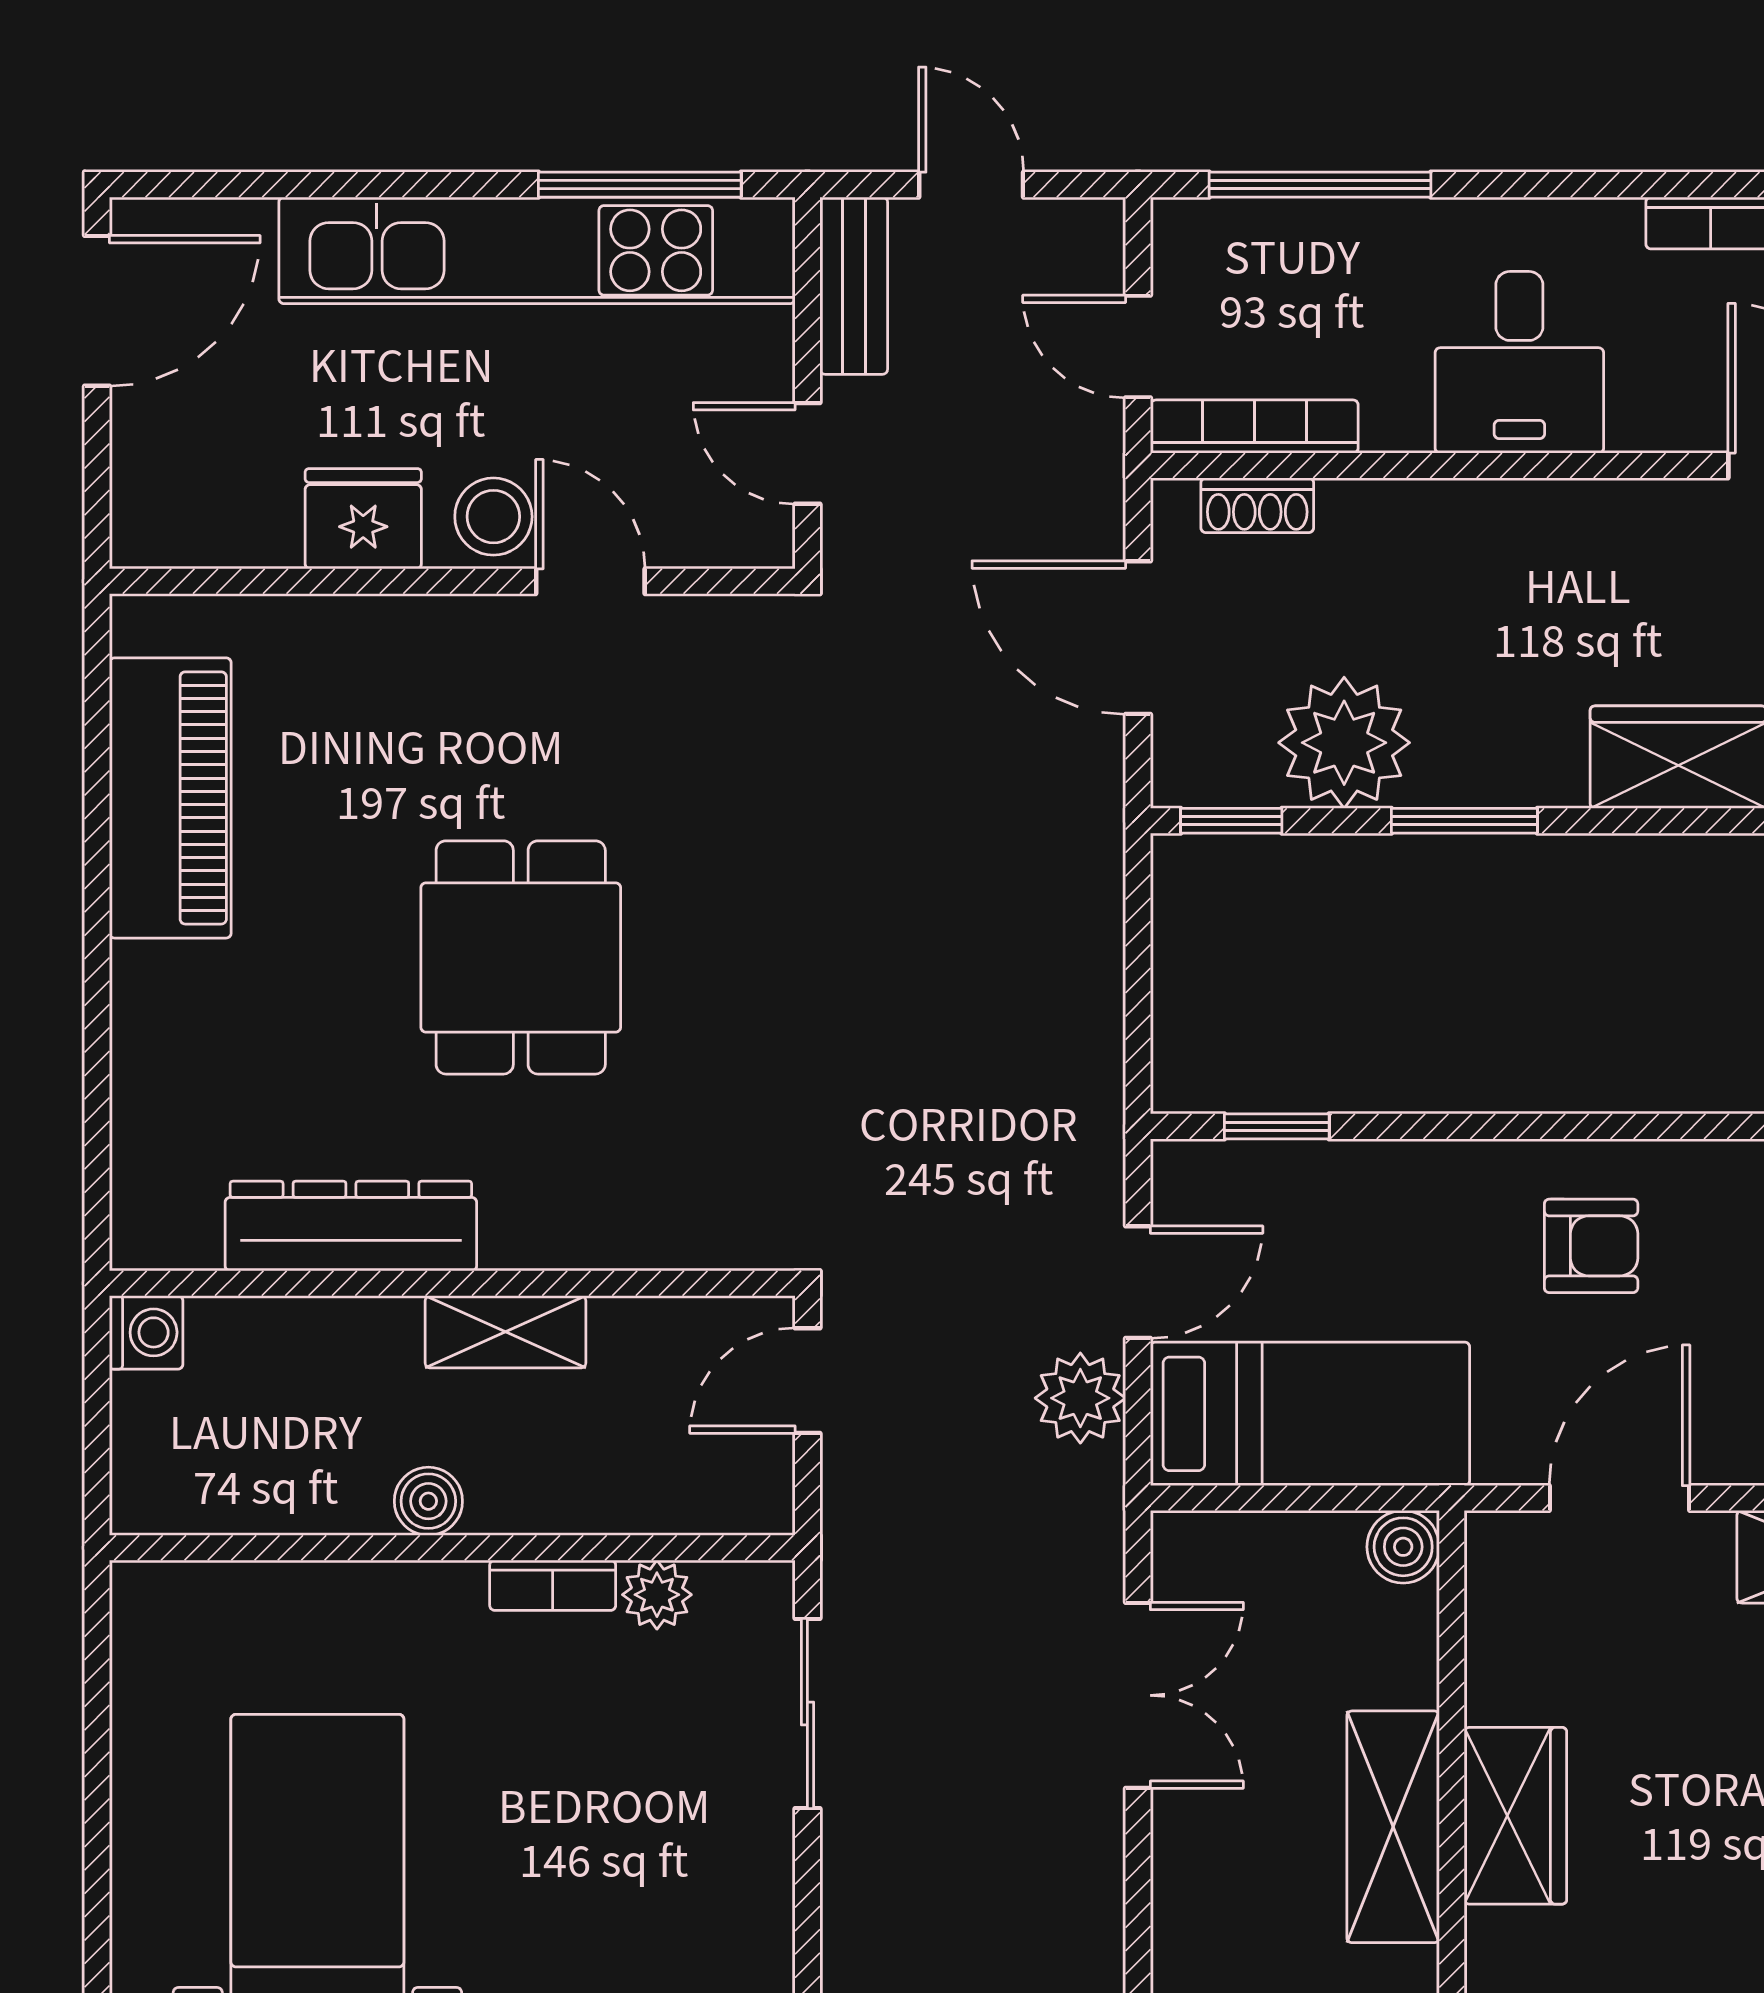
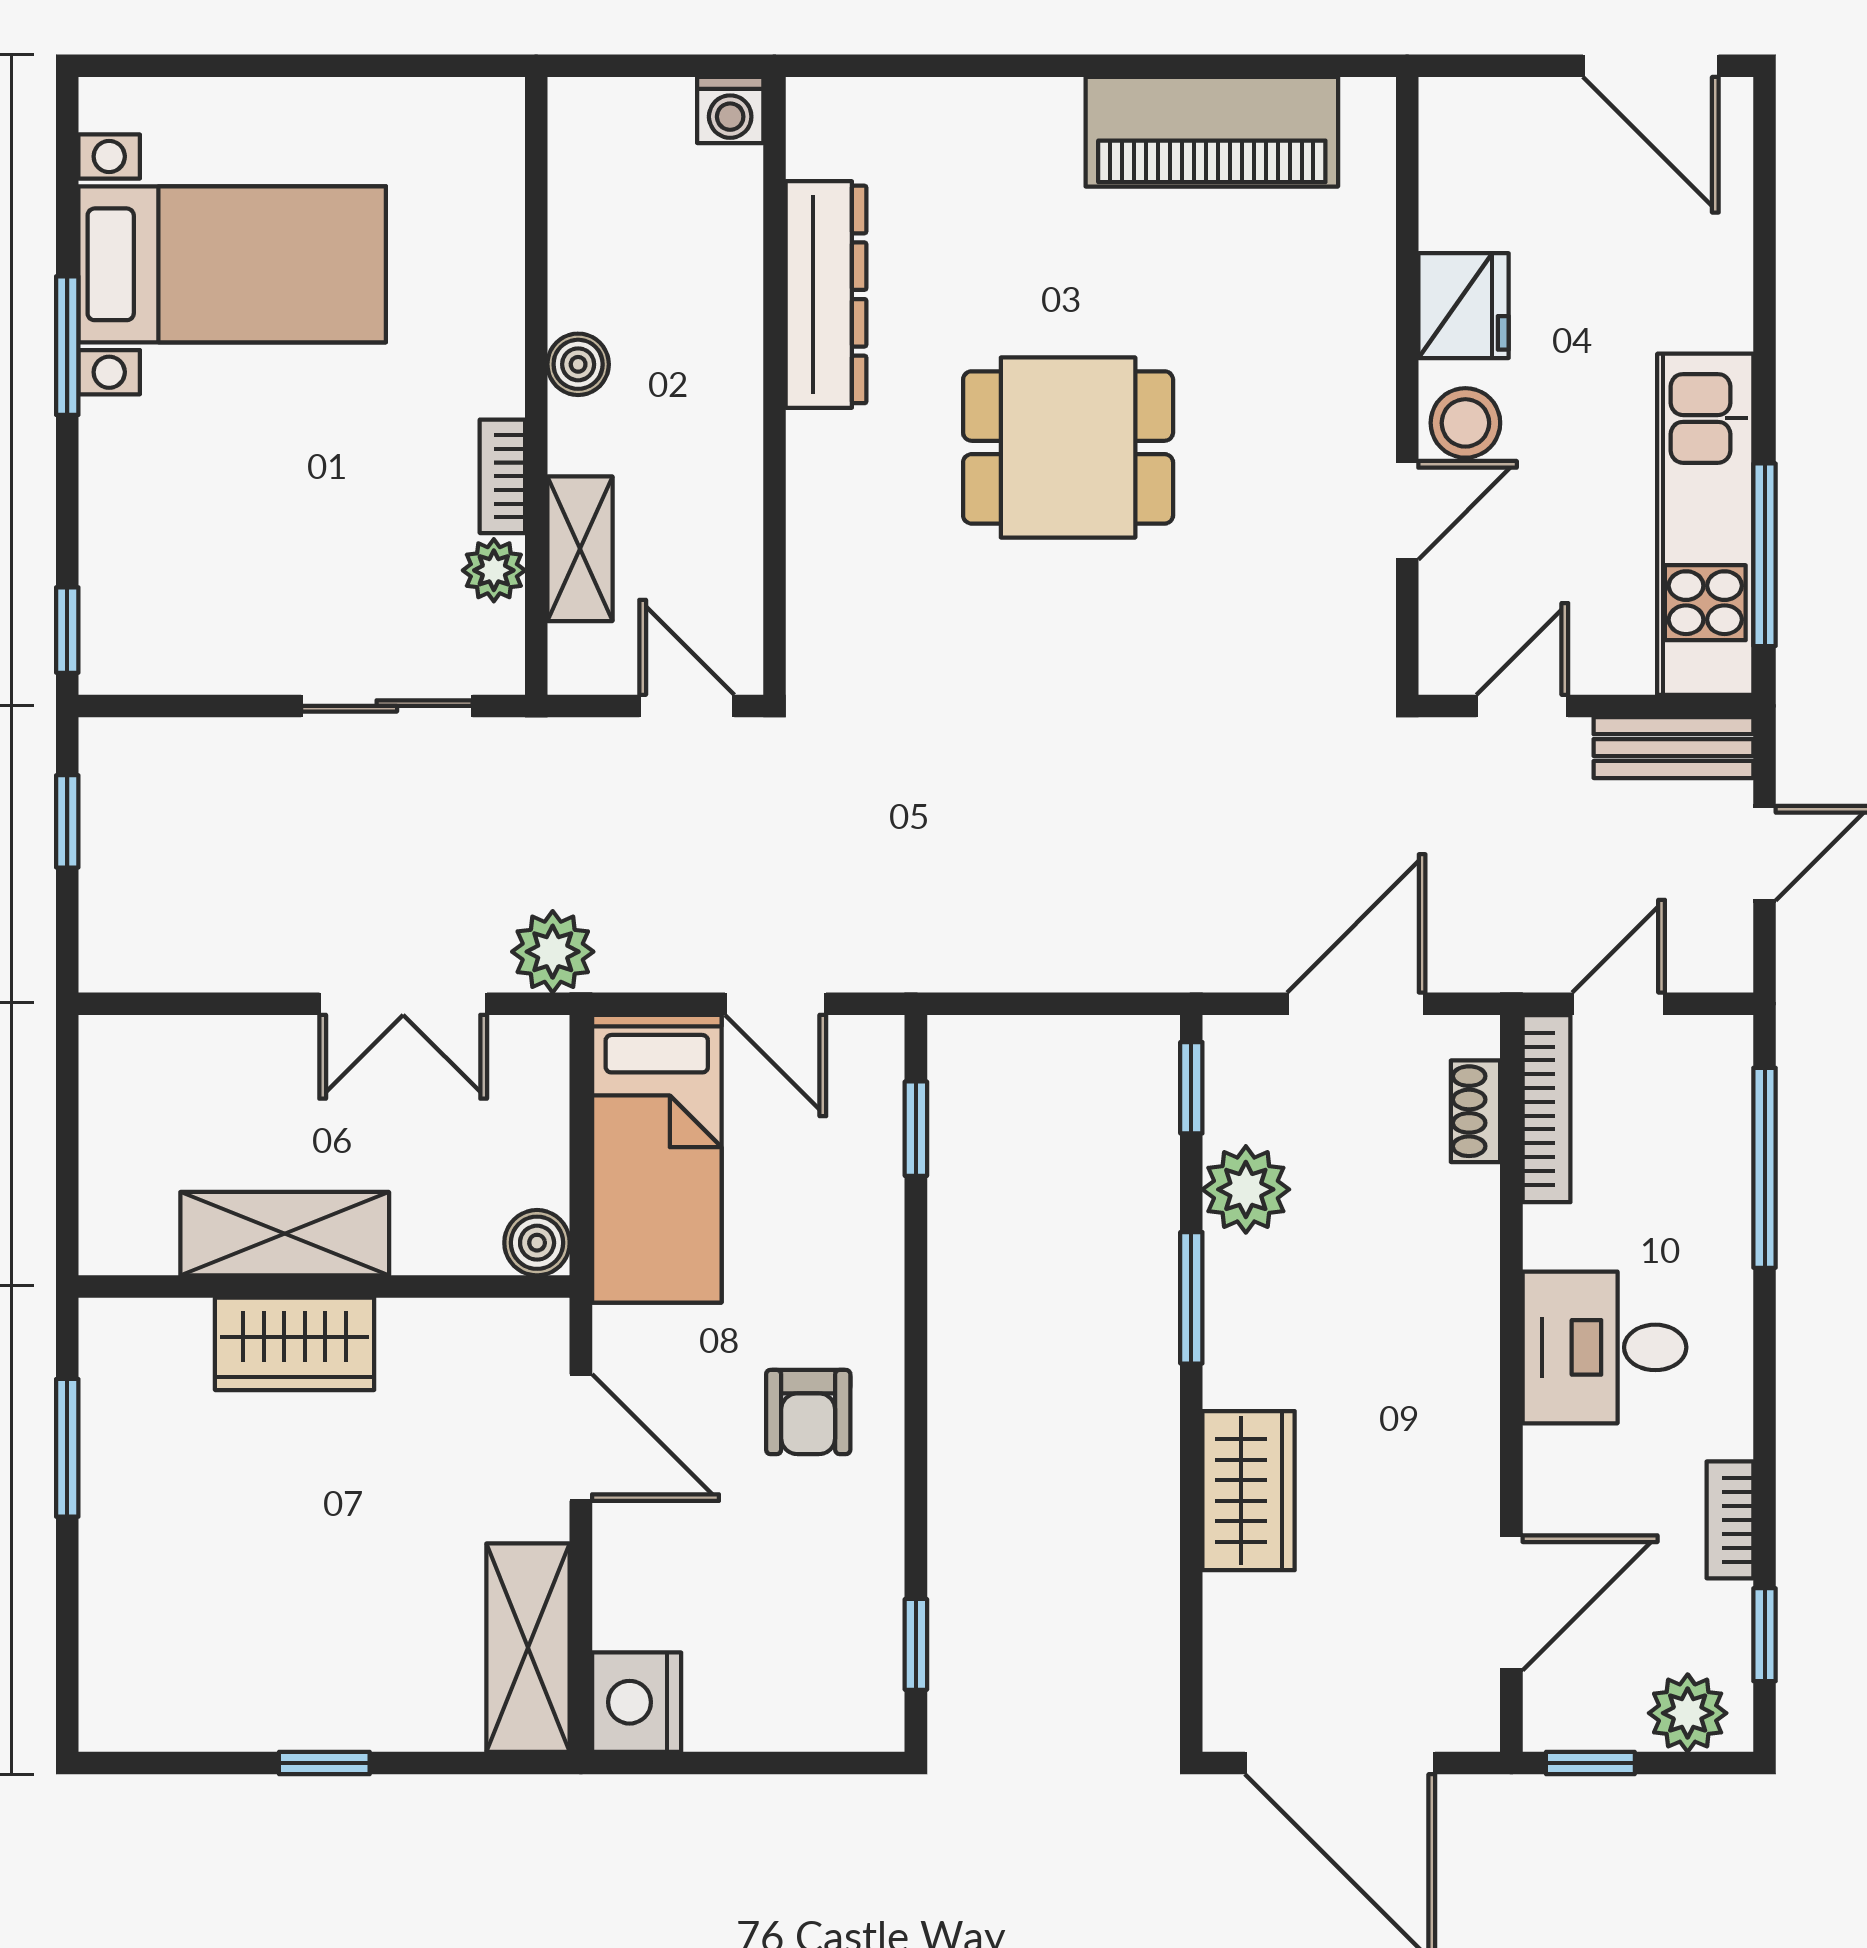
kitchen unit: (537, 250) -> (1705, 524), width x0.73
plant: (1344, 743) -> (1246, 1189), width x0.73, depth x0.73
shelving: (505, 1332) -> (580, 549), moved
plant: (1080, 1398) -> (553, 952), moved

